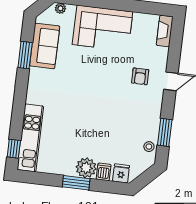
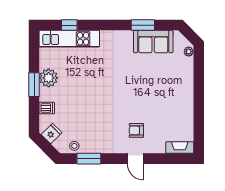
corner sofa: (102, 28) -> (175, 91), removed
window: (14, 149) -> (69, 25), moved
plant: (86, 168) -> (49, 78), moved
fridge: (121, 173) -> (52, 134), moved, turned -45

